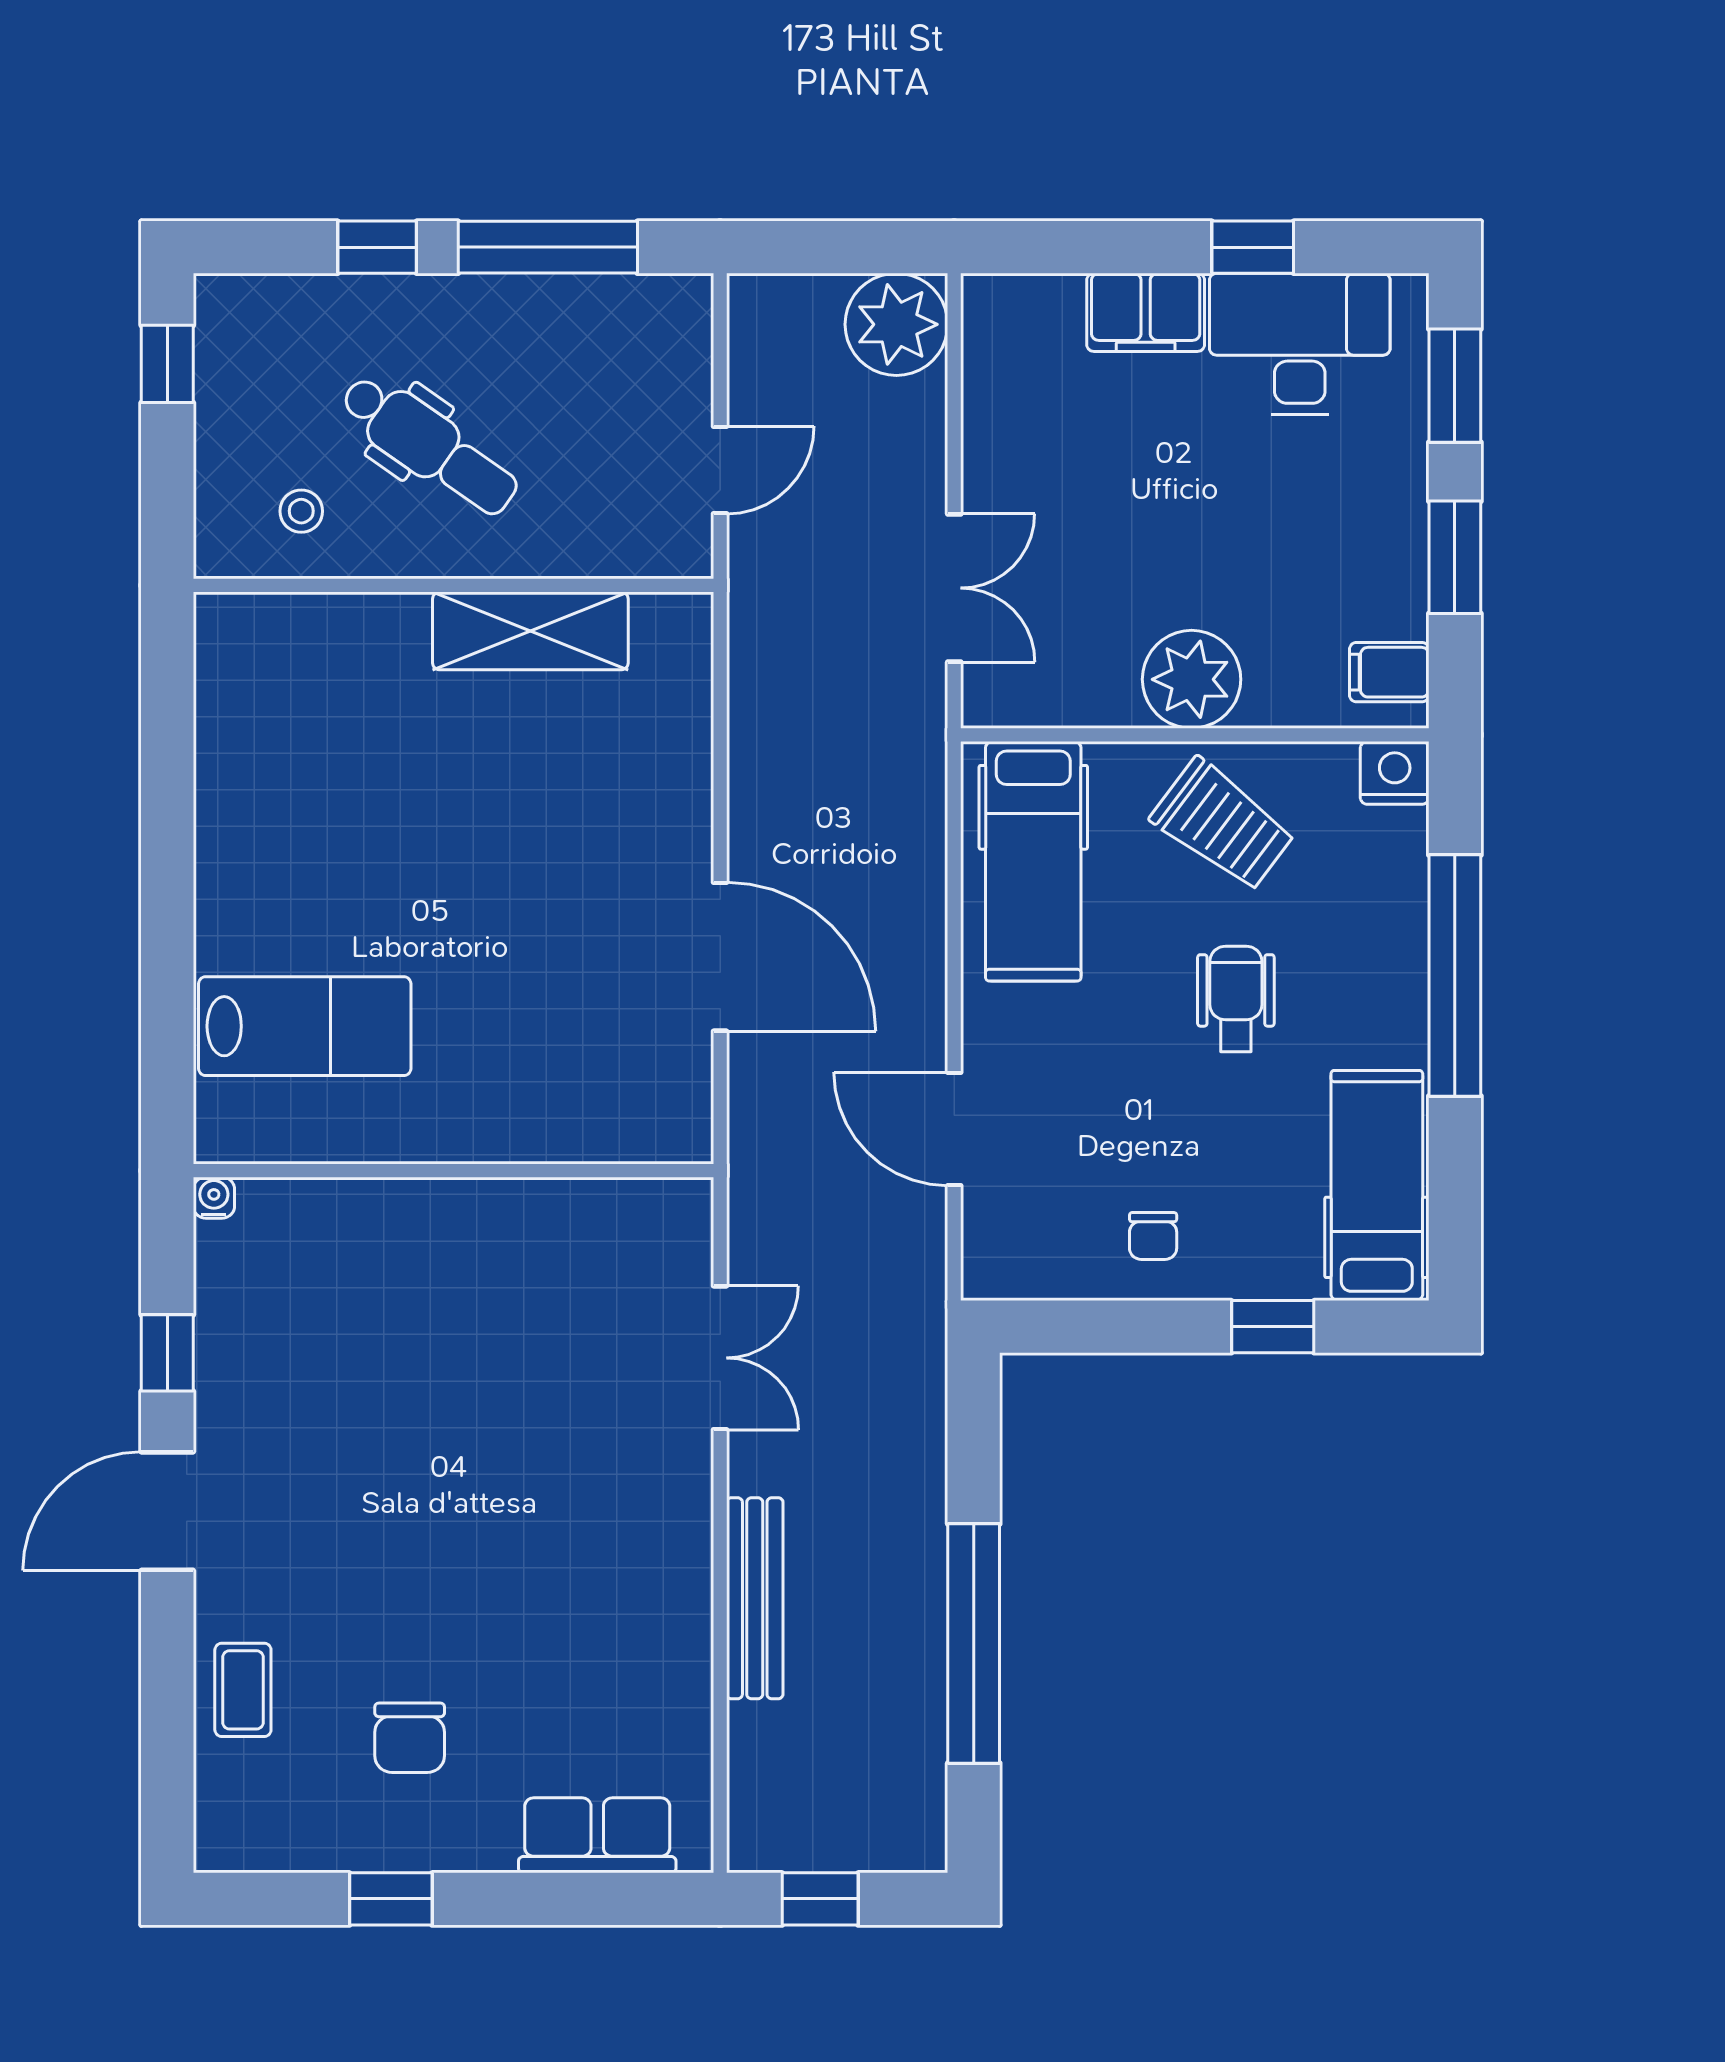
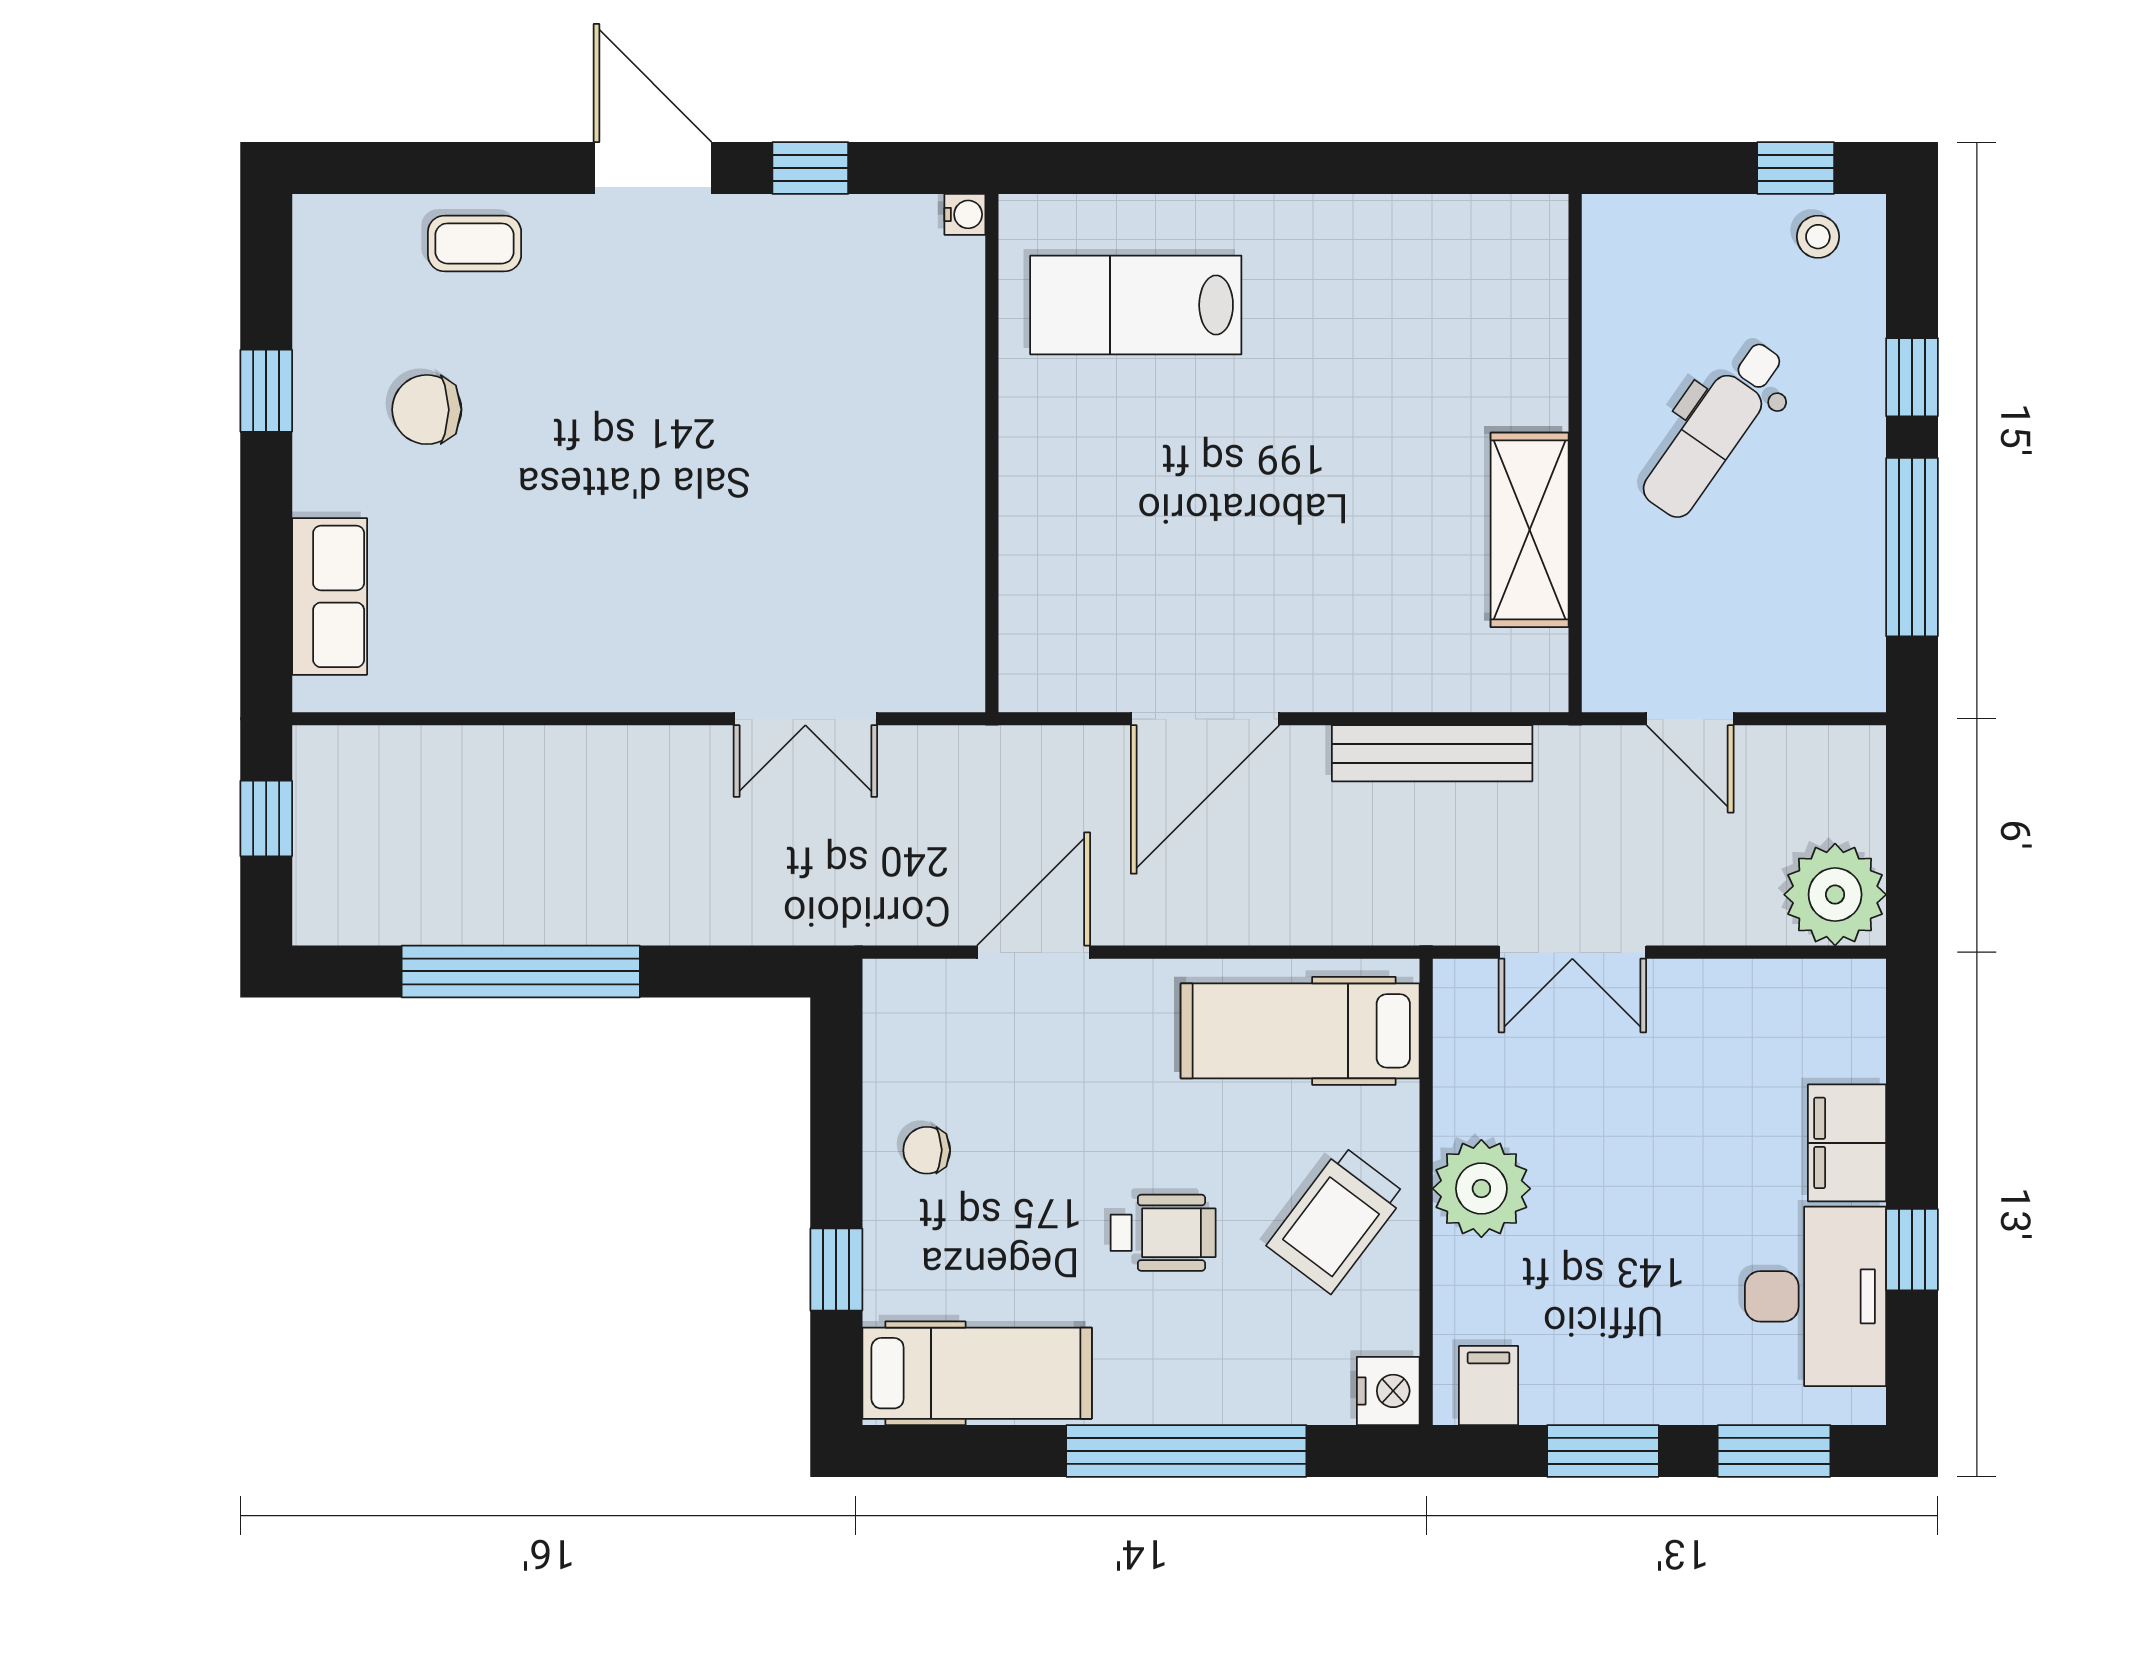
stool: (301, 511) -> (1818, 237), moved
lab bench: (305, 1026) -> (1136, 305), turned 90
bench: (755, 1598) -> (1432, 753), moved

